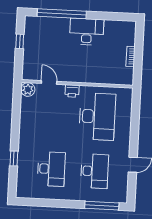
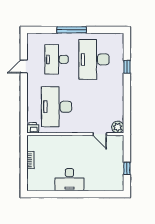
window: (62, 14) -> (92, 194), removed
printer: (72, 91) -> (33, 128), moved
desk: (51, 169) -> (94, 59), width x1.36, depth x1.30
window: (102, 206) -> (72, 30), moved

